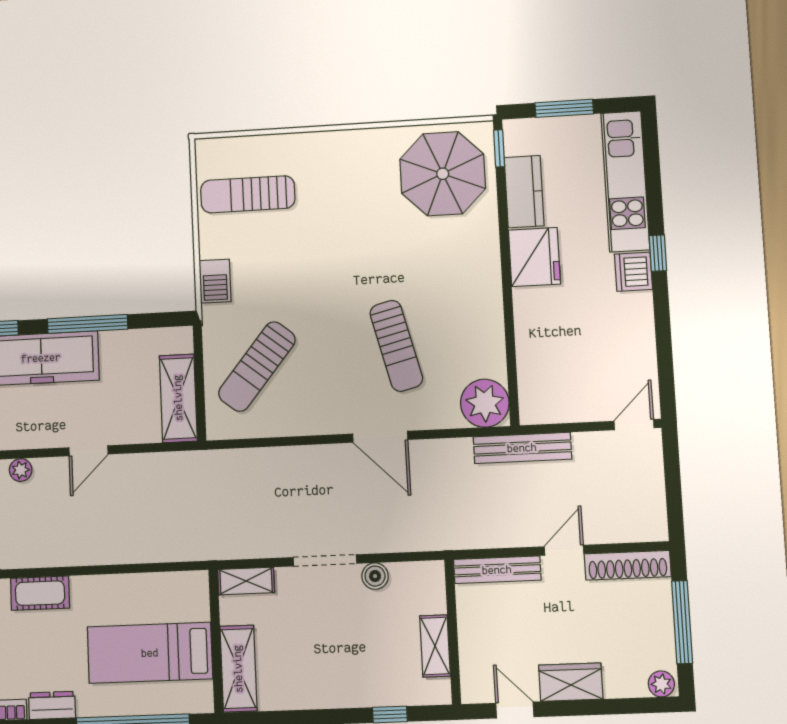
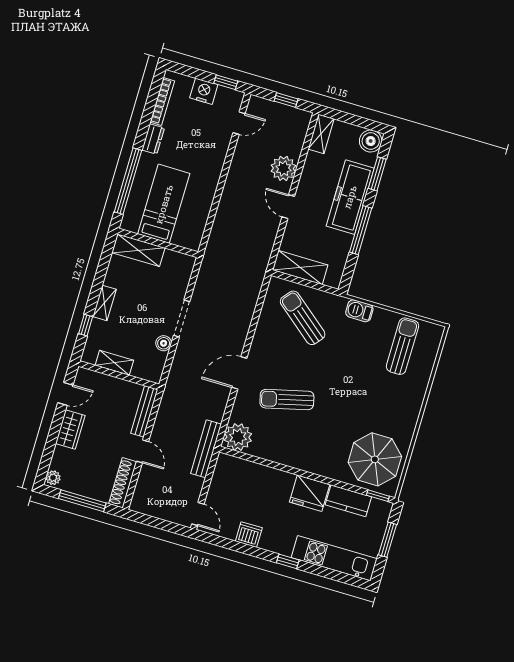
dishwasher: (633, 272) -> (249, 535), moved
plant: (21, 470) -> (283, 168), width x1.87, depth x1.87
shelving: (246, 581) -> (104, 303), moved
cot: (40, 593) -> (218, 153), removed

